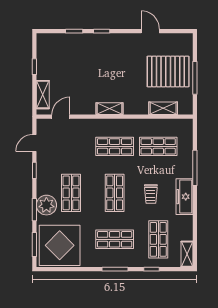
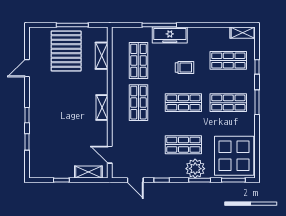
freezer: (184, 197) -> (170, 35), moved
shop shelf: (115, 239) -> (228, 103), turned 90

